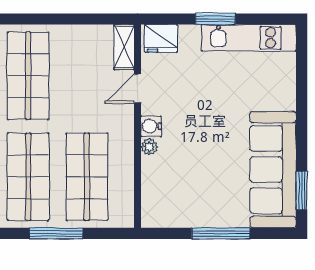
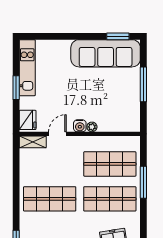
door: (138, 89) -> (57, 134), swing flipped

